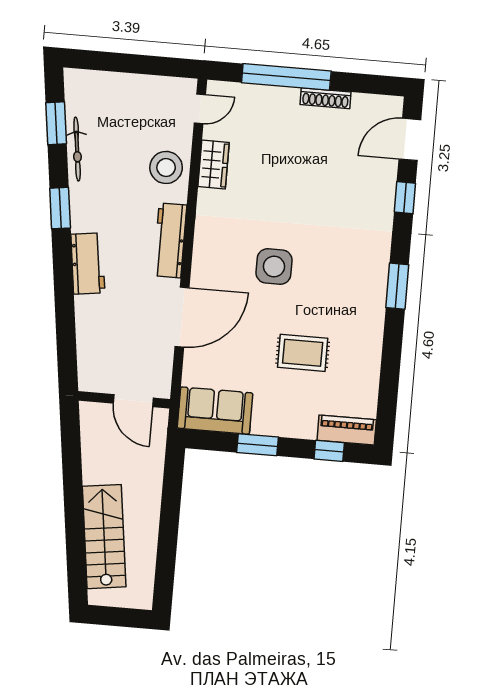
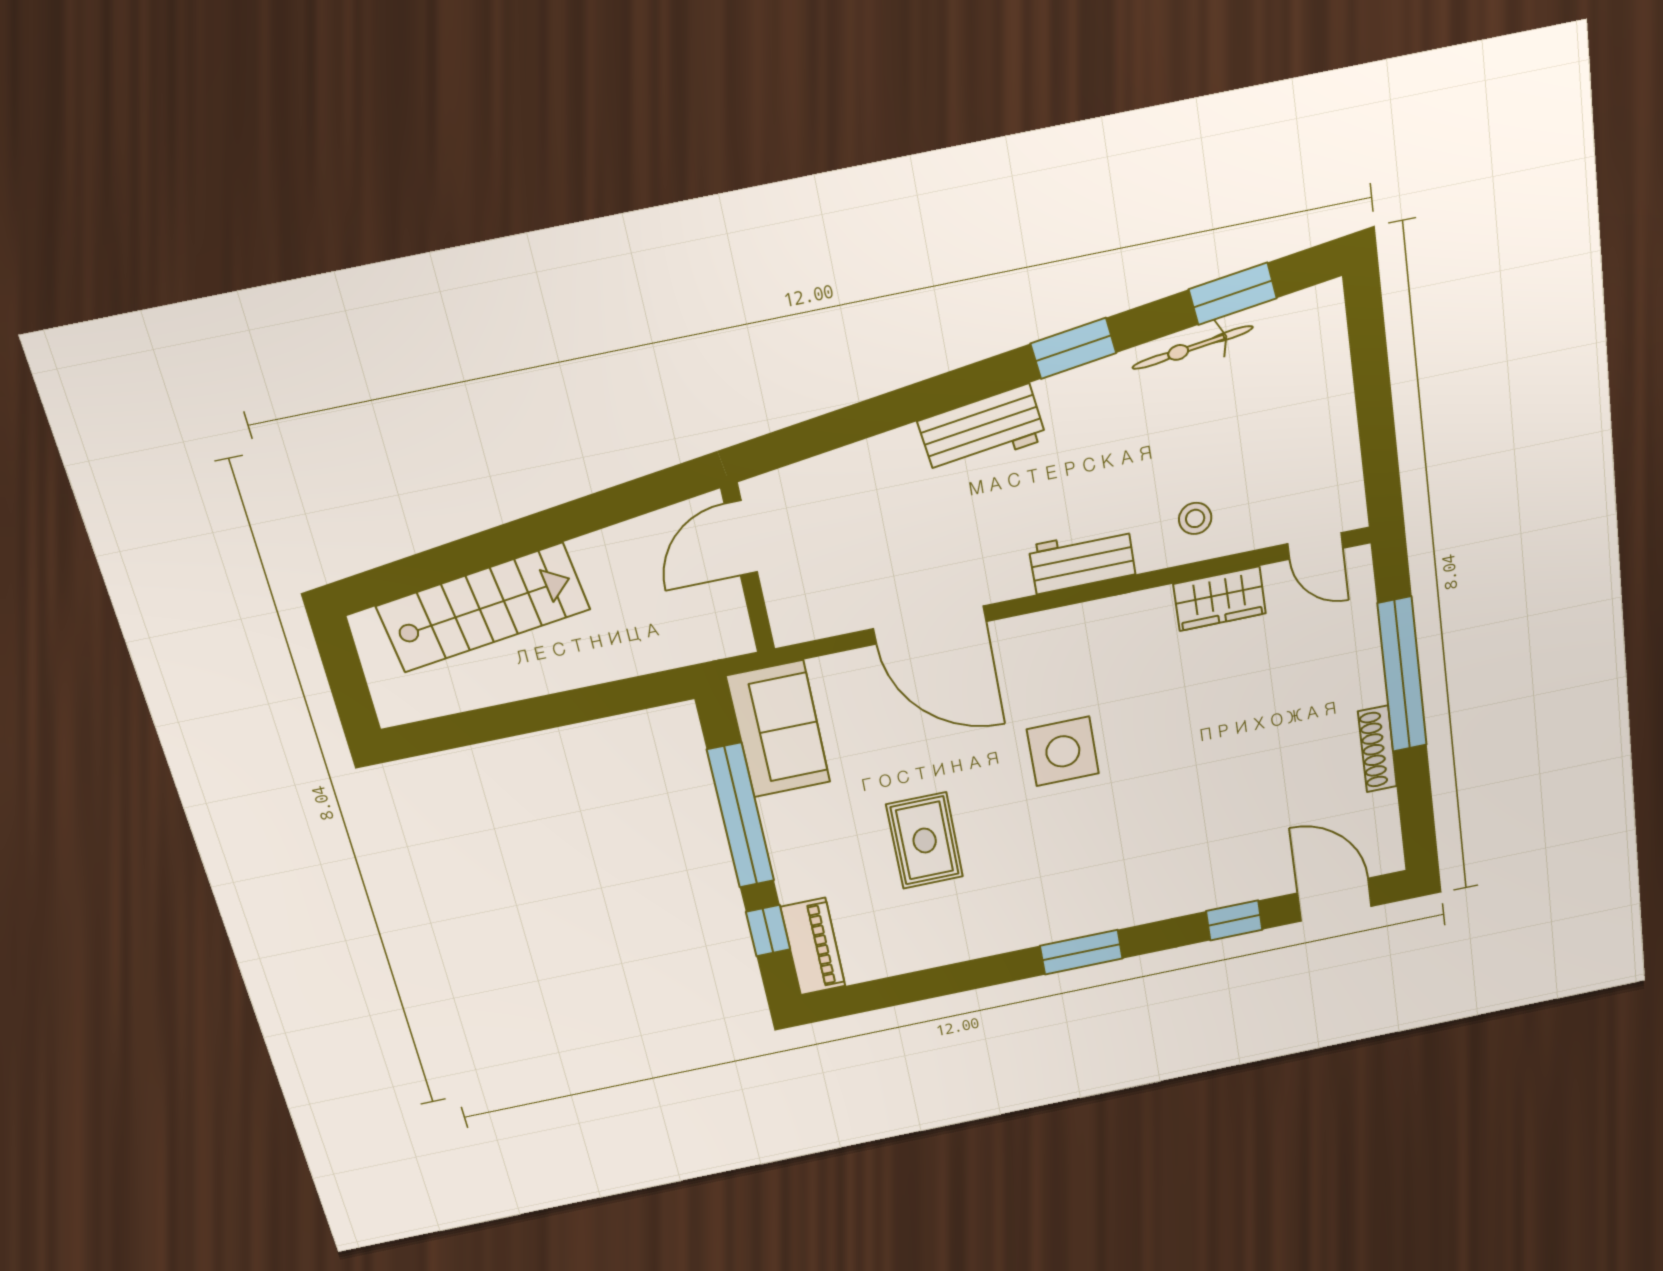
stool: (166, 167) -> (1195, 518), width x0.53, depth x0.53
workbench: (170, 240) -> (1082, 560), width x0.73
door: (133, 401) -> (741, 538), moved
window: (257, 445) -> (741, 816), width x2.11

